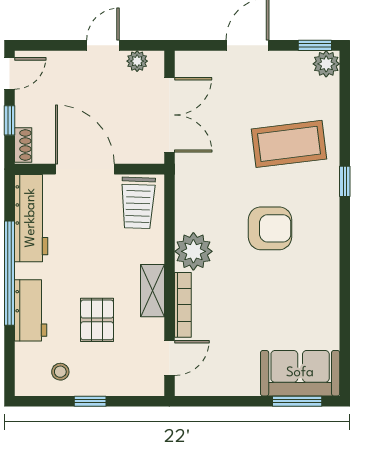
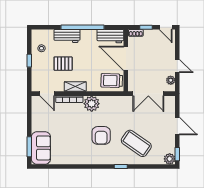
coffee table: (289, 144) -> (136, 143), turned -48
door: (85, 169) -> (126, 58), swing flipped
workbench: (31, 218) -> (110, 36), width x0.73

